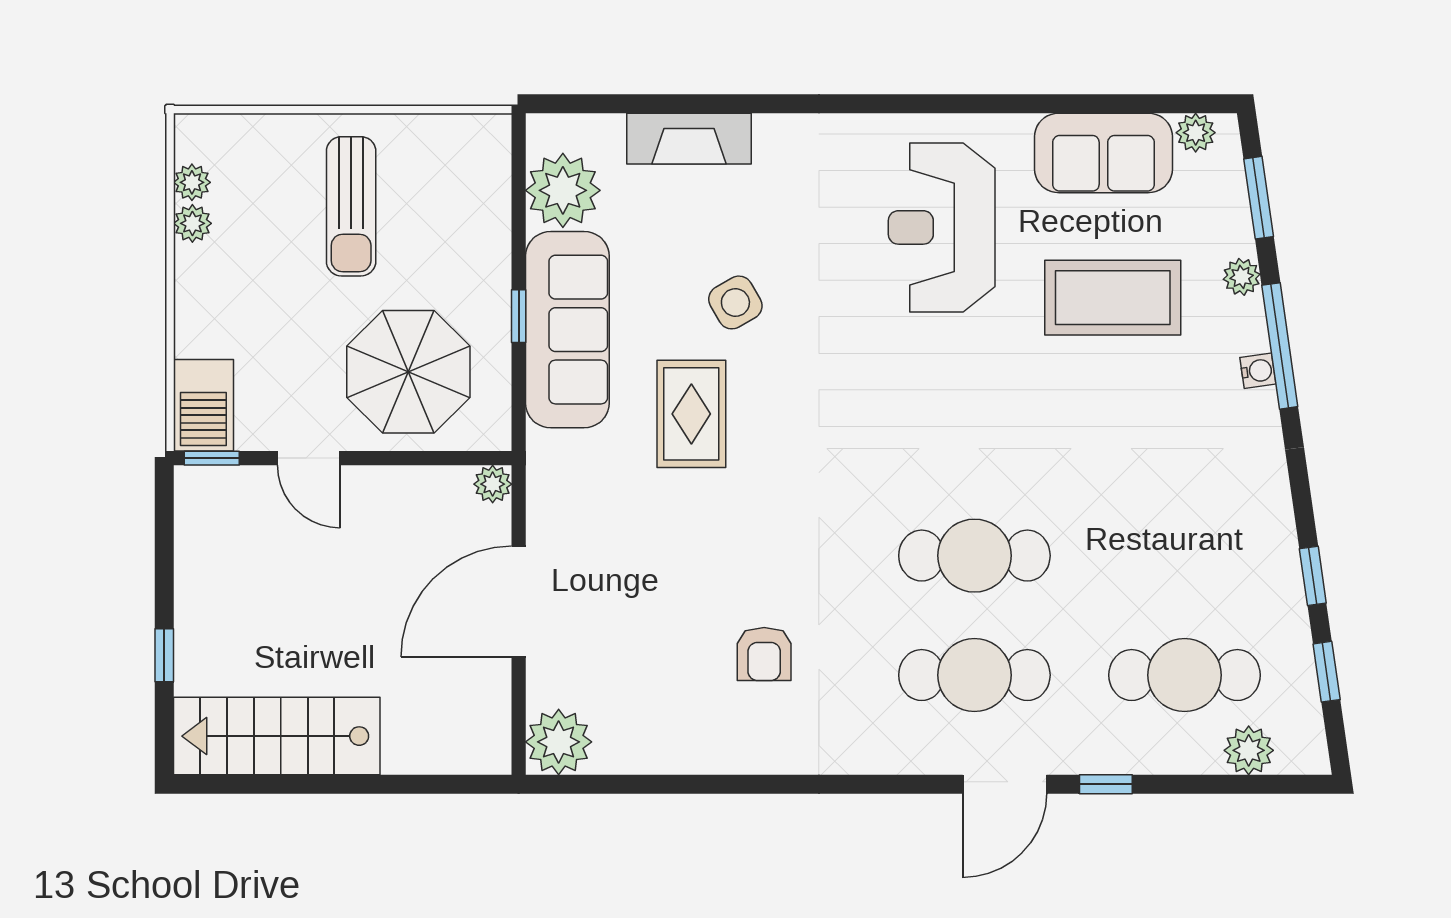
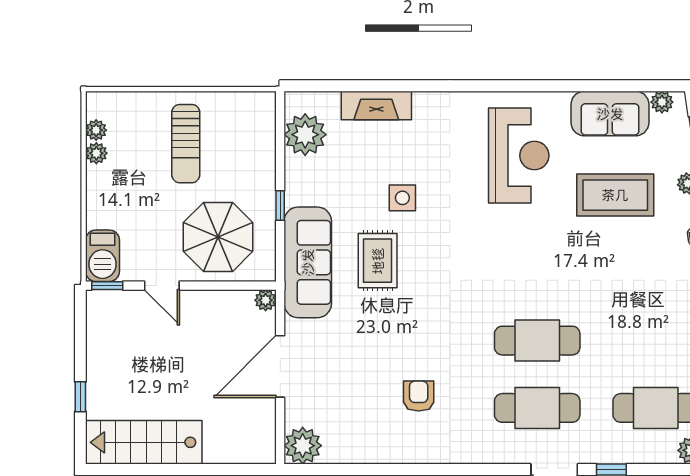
reception desk: (942, 227) -> (519, 156), turned 180
side table: (735, 302) -> (402, 198), turned 30
sofa: (567, 330) -> (308, 262), moved
armchair: (764, 654) -> (419, 396), turned 180

